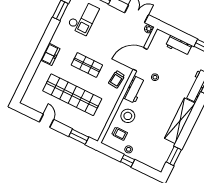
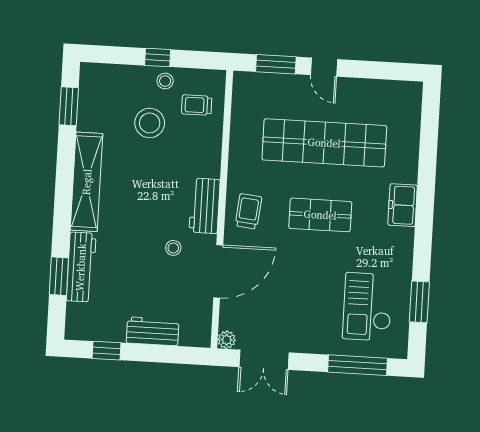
stool: (128, 116) -> (150, 123), moved
door: (47, 121) -> (324, 67), moved

